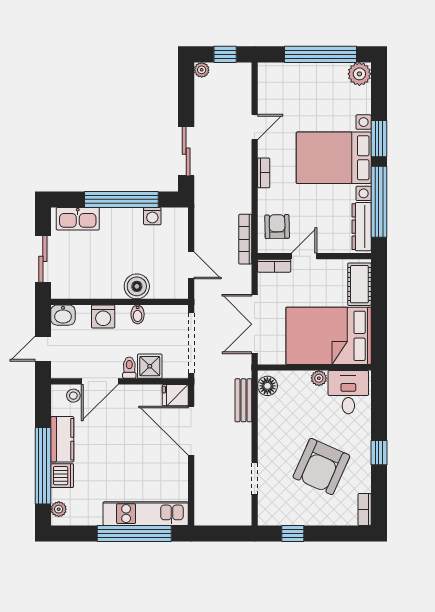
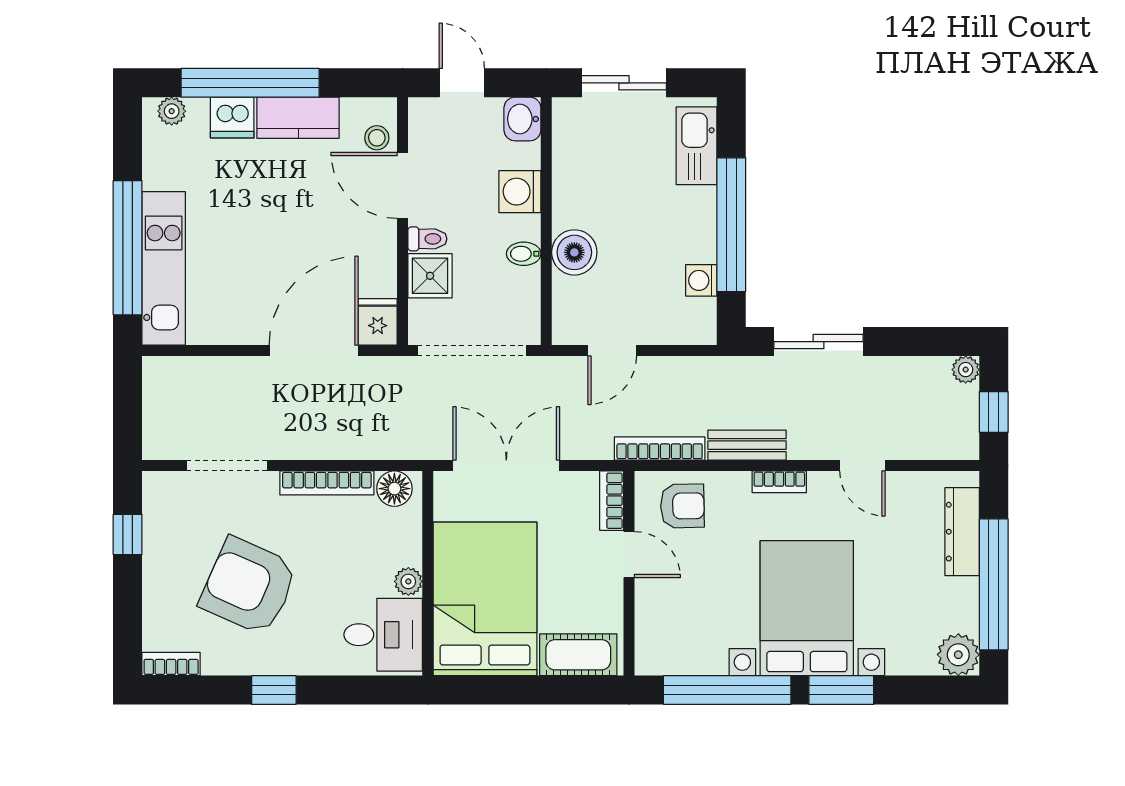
dresser: (362, 227) -> (962, 532), moved, turned -90
bench: (243, 400) -> (747, 445), moved
bookcase: (264, 423) -> (327, 483), added
doorway: (255, 479) -> (227, 466), width x1.38

